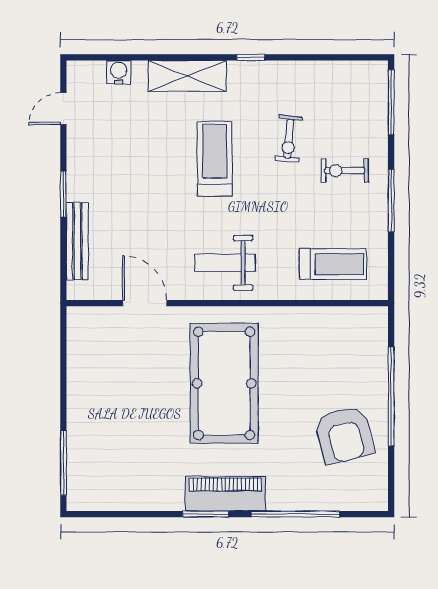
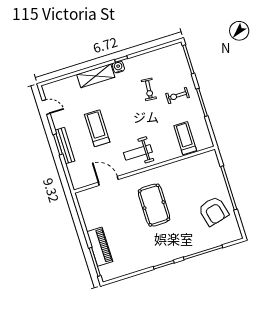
water cooler: (119, 72) -> (118, 67), moved
door: (63, 109) -> (46, 107), swing flipped
treadmill: (215, 159) -> (97, 128), moved
bench: (77, 241) -> (65, 146), moved
treadmill: (333, 264) -> (185, 138), turned -90
pool table: (224, 383) -> (154, 205), width x0.73, depth x0.76
piano: (225, 494) -> (100, 247), moved, turned 90

